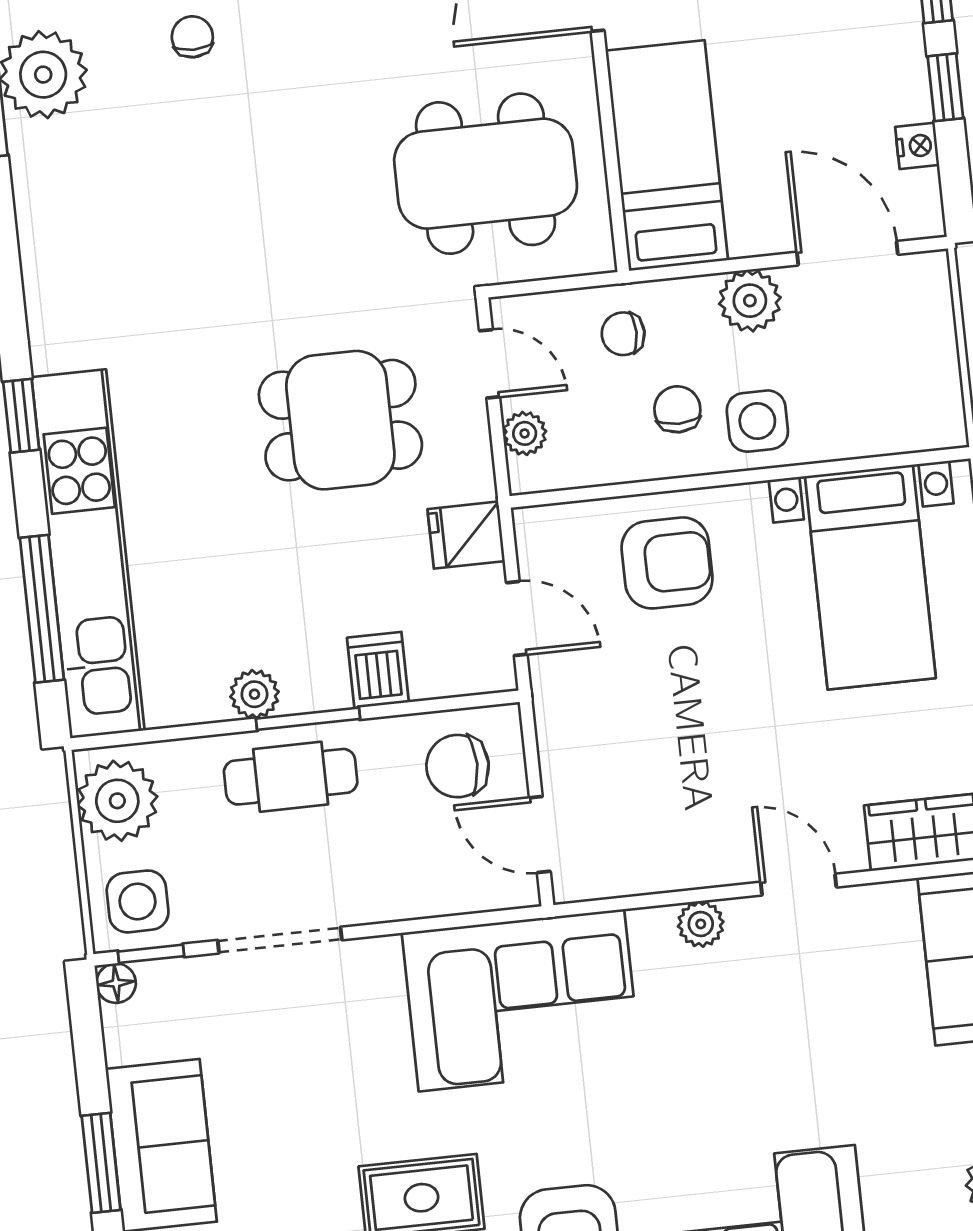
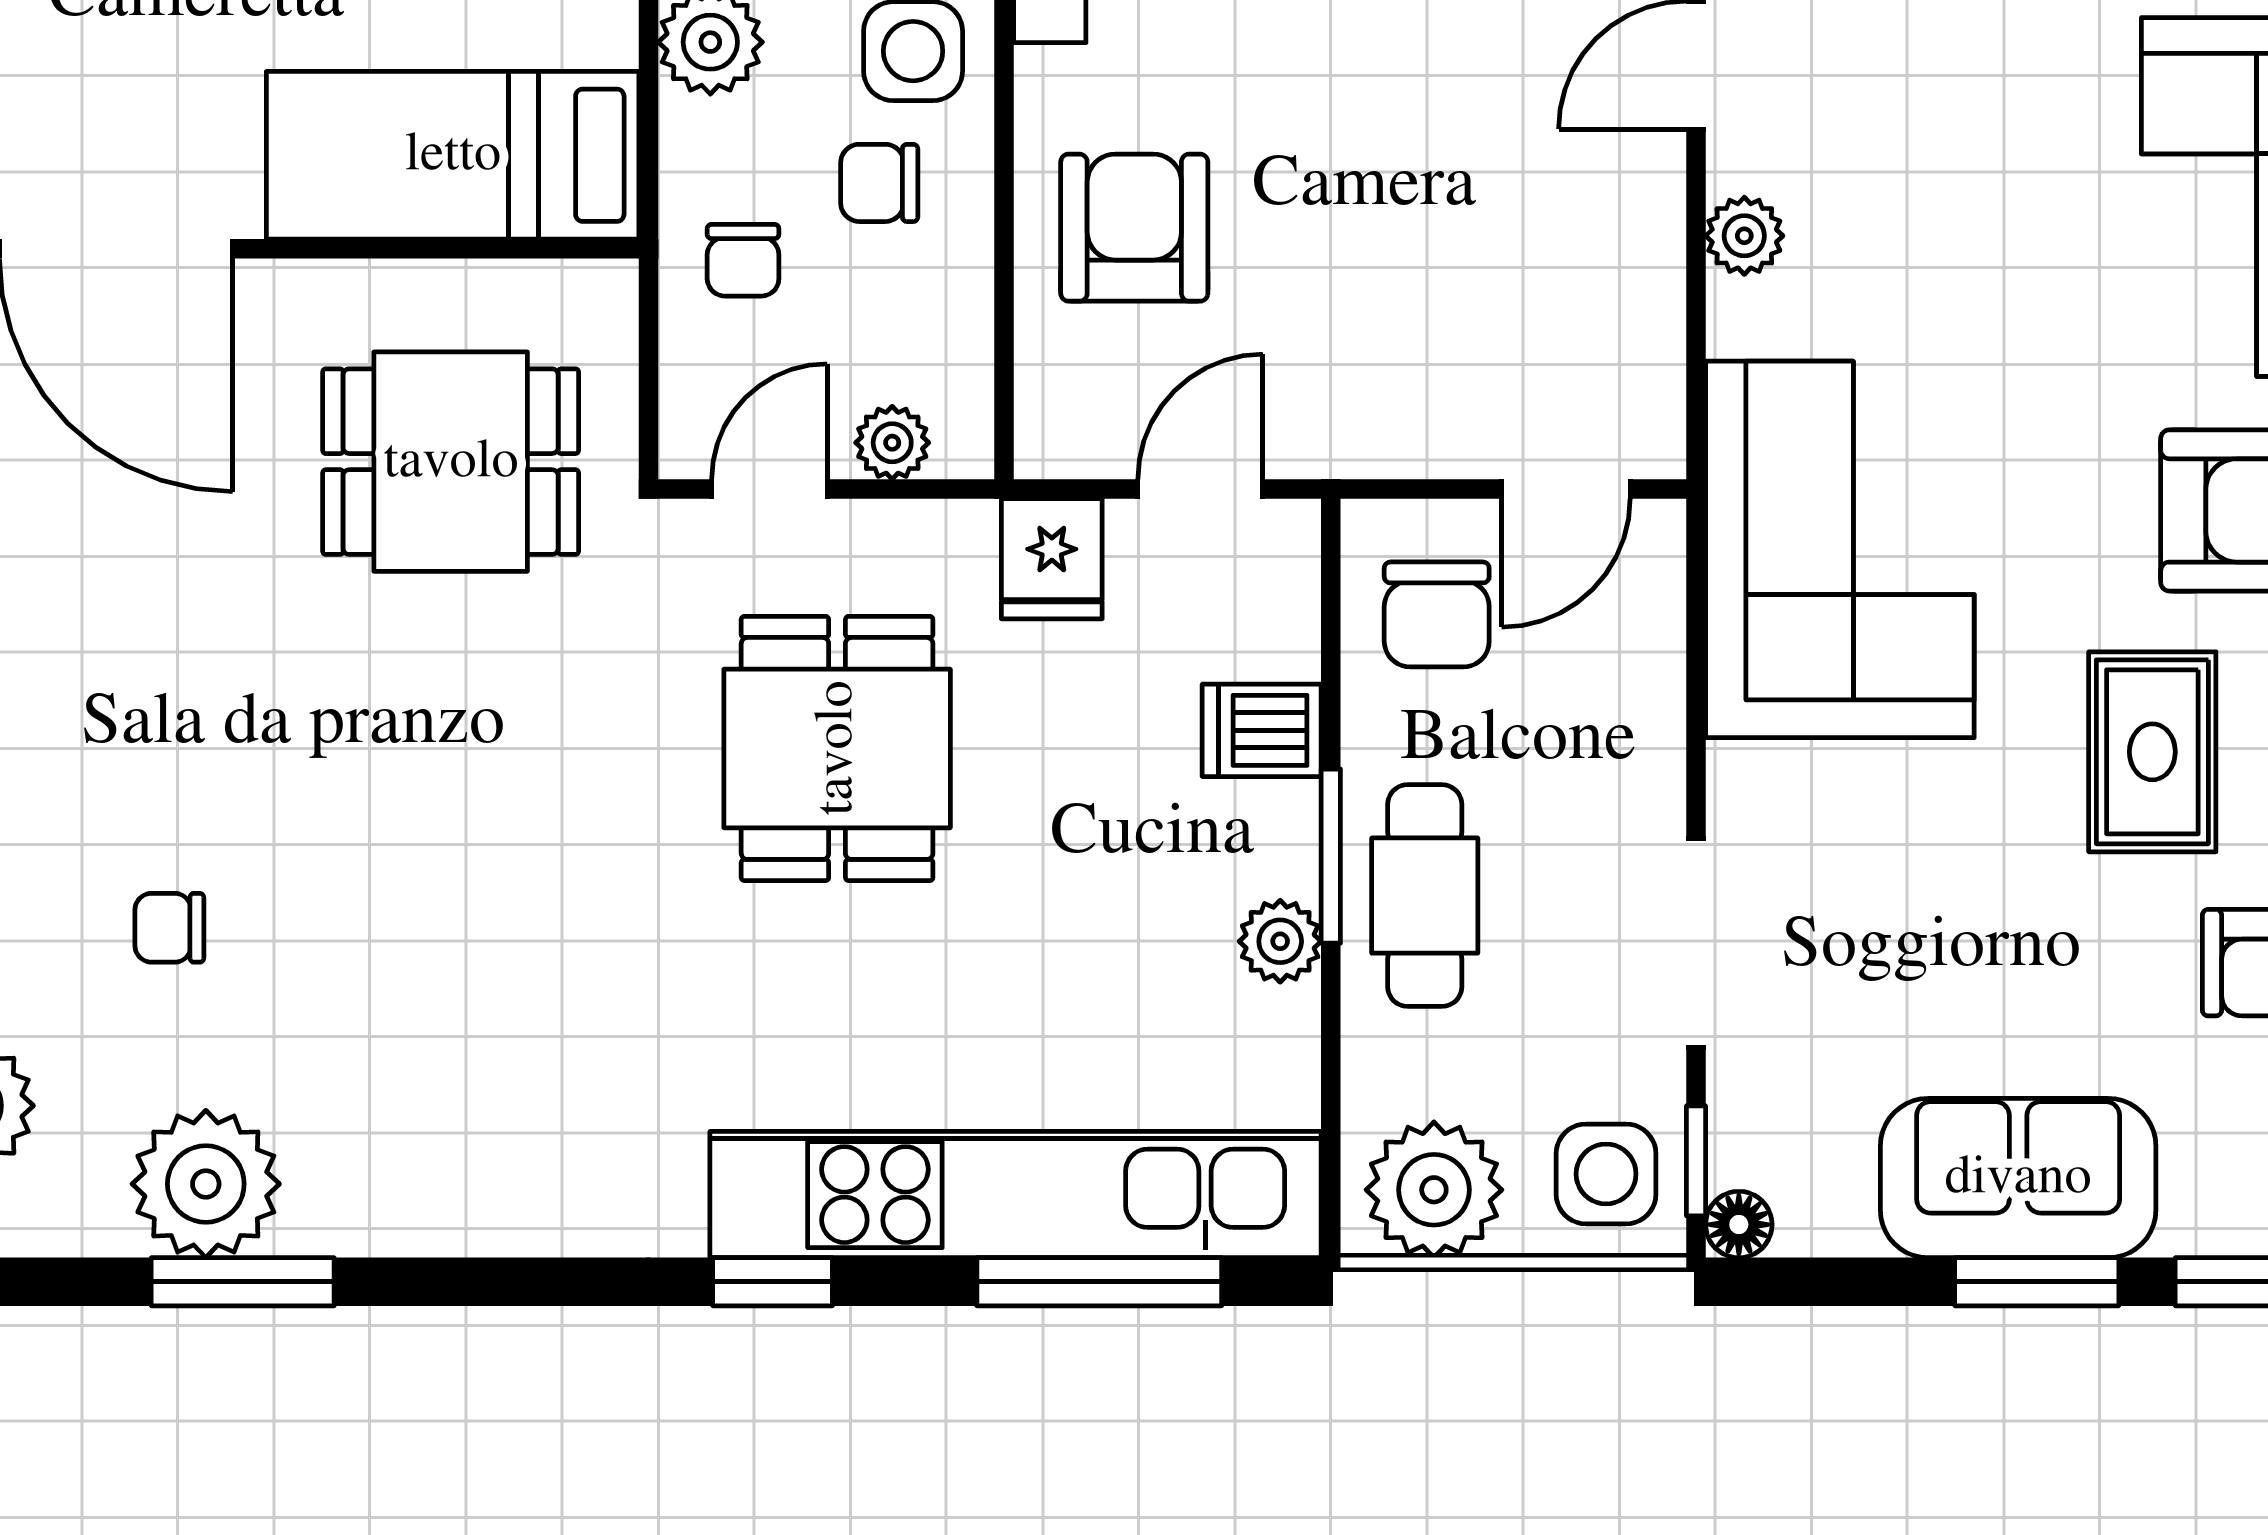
dining table: (486, 174) -> (451, 462), width x0.73

